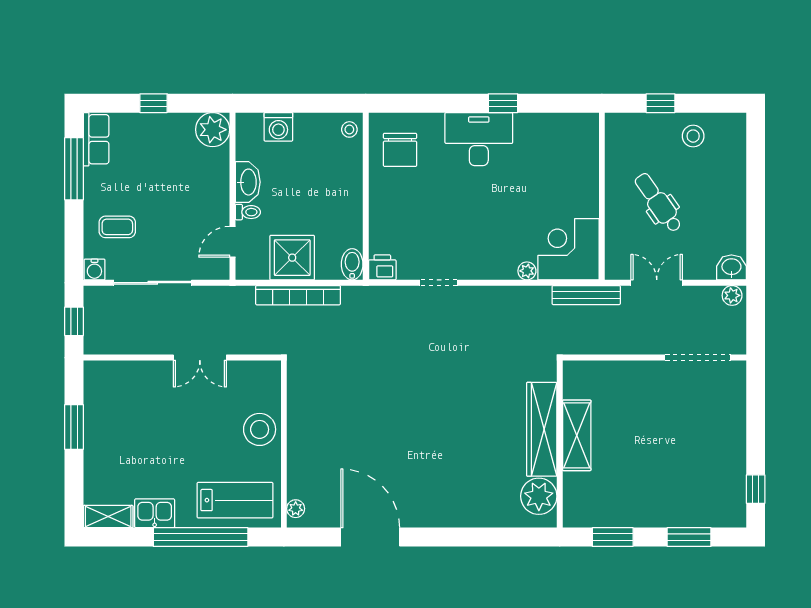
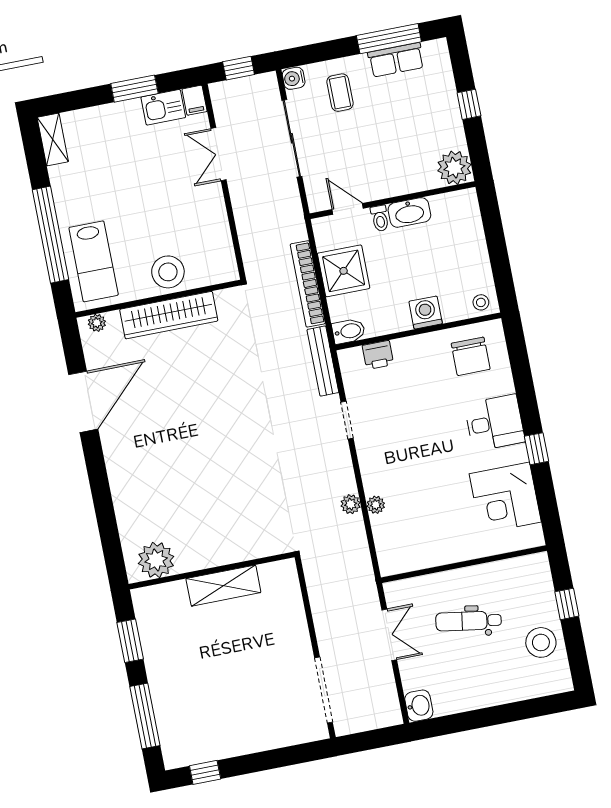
washing machine: (278, 127) -> (426, 313), moved, turned 90
stool: (693, 136) -> (541, 642), width x1.38, depth x1.38
row of seats: (96, 139) -> (396, 60), moved
desk: (479, 139) -> (495, 423), width x0.73
chair: (400, 150) -> (471, 356), turned -90
dental chair: (658, 203) -> (469, 621), turned -136
corner desk: (568, 249) -> (505, 498), moved, turned 180
printer: (382, 267) -> (378, 355), moved, turned 90
bench: (586, 295) -> (323, 361), moved
plant: (732, 295) -> (351, 504), moved
double door: (200, 358) -> (218, 154), moved
filing cabinet: (97, 371) -> (195, 100), added
wardrobe: (542, 429) -> (169, 315), moved, turned 180
kitchen sink: (155, 513) -> (163, 107), moved, turned 90
window: (689, 537) -> (145, 716), width x1.44

